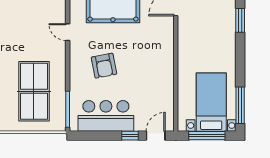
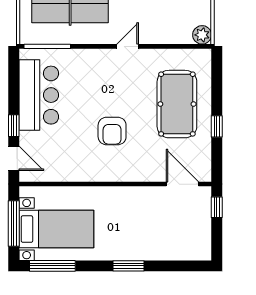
window: (240, 20) -> (129, 266), moved
door: (68, 32) -> (128, 46), moved
armchair: (104, 66) -> (112, 131), moved, turned -79

